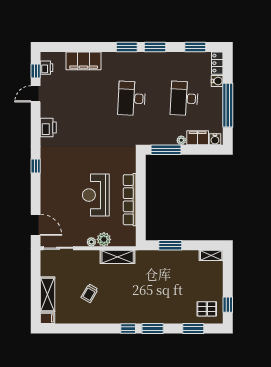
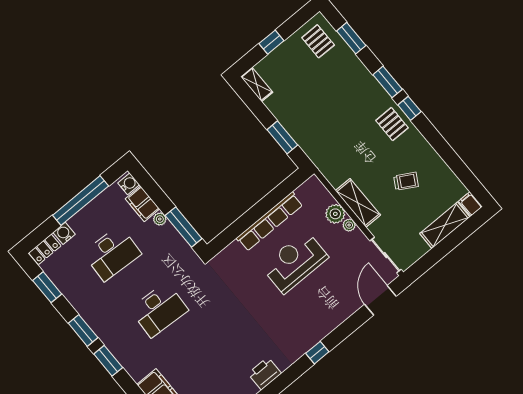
reception desk: (96, 195) -> (295, 262), turned 180
shelving: (118, 257) -> (358, 203), moved
window: (228, 305) -> (271, 42), moved
pallet: (127, 312) -> (392, 124), added

